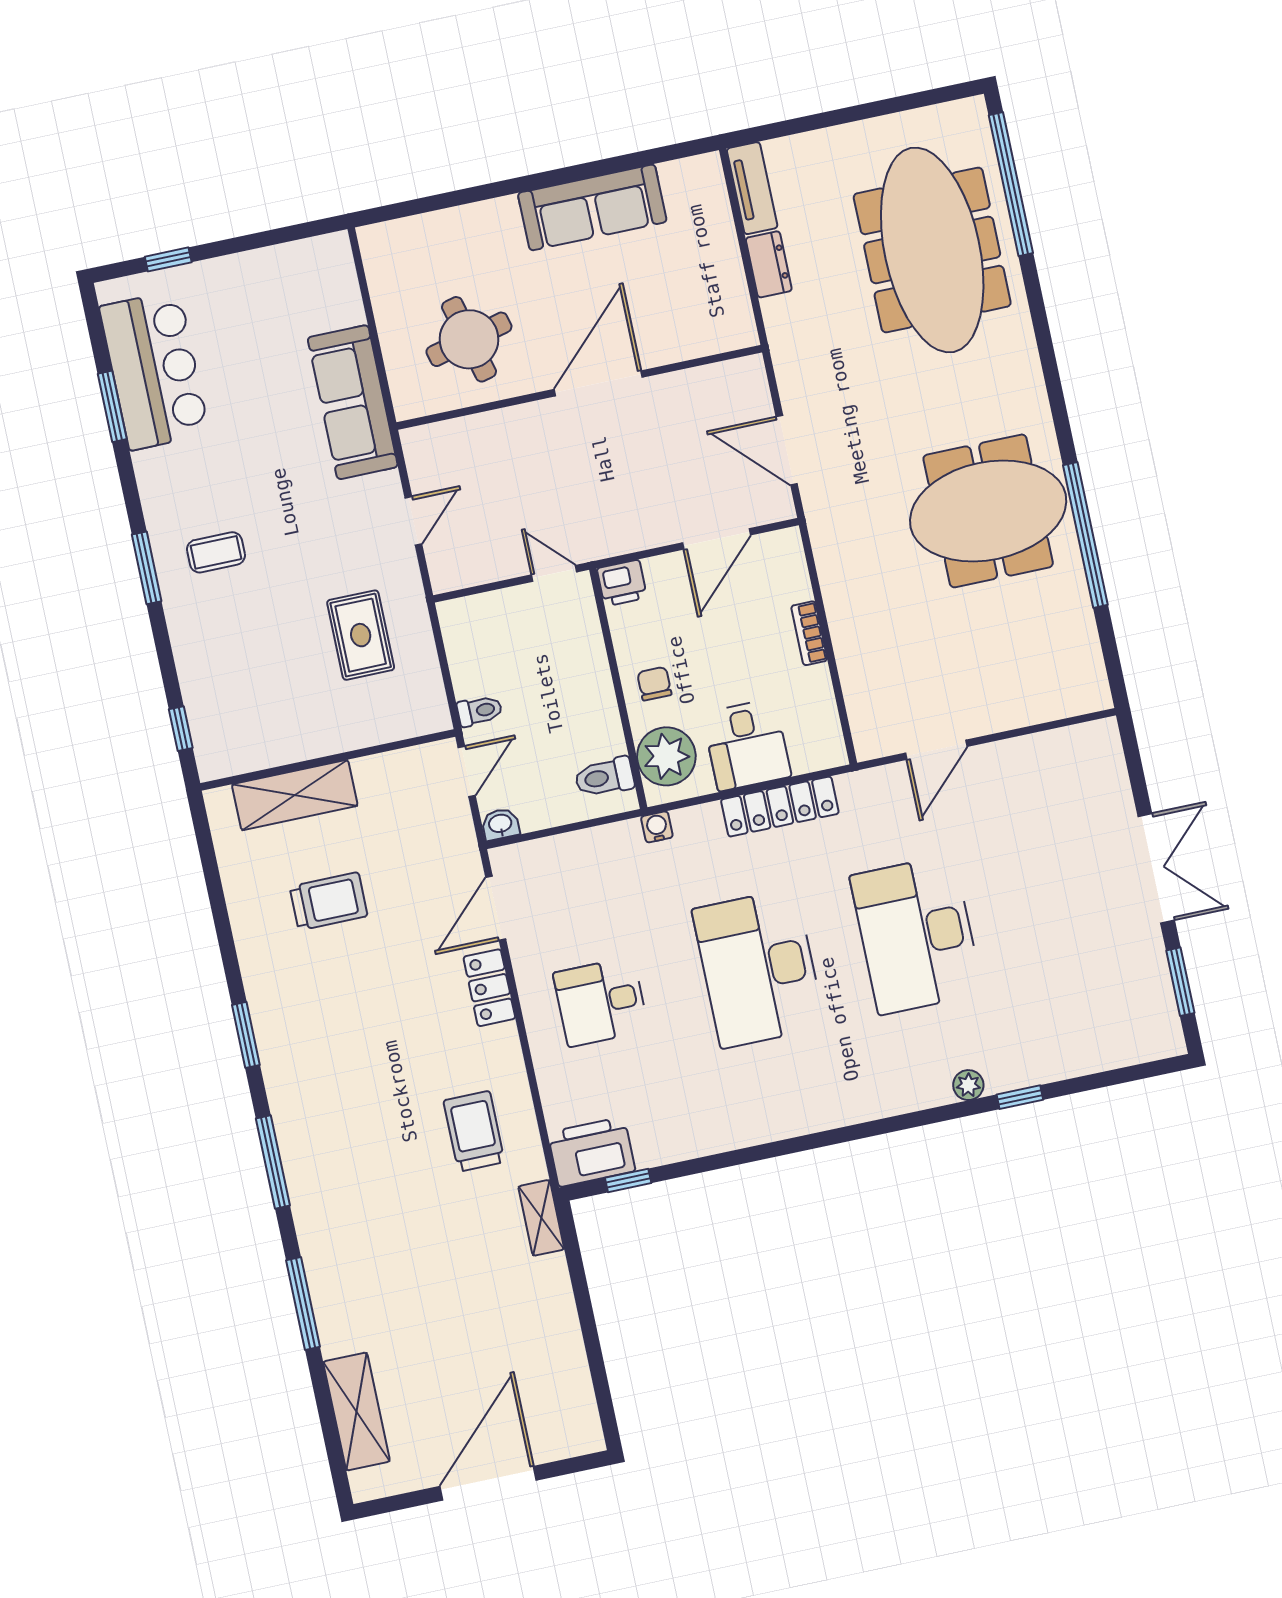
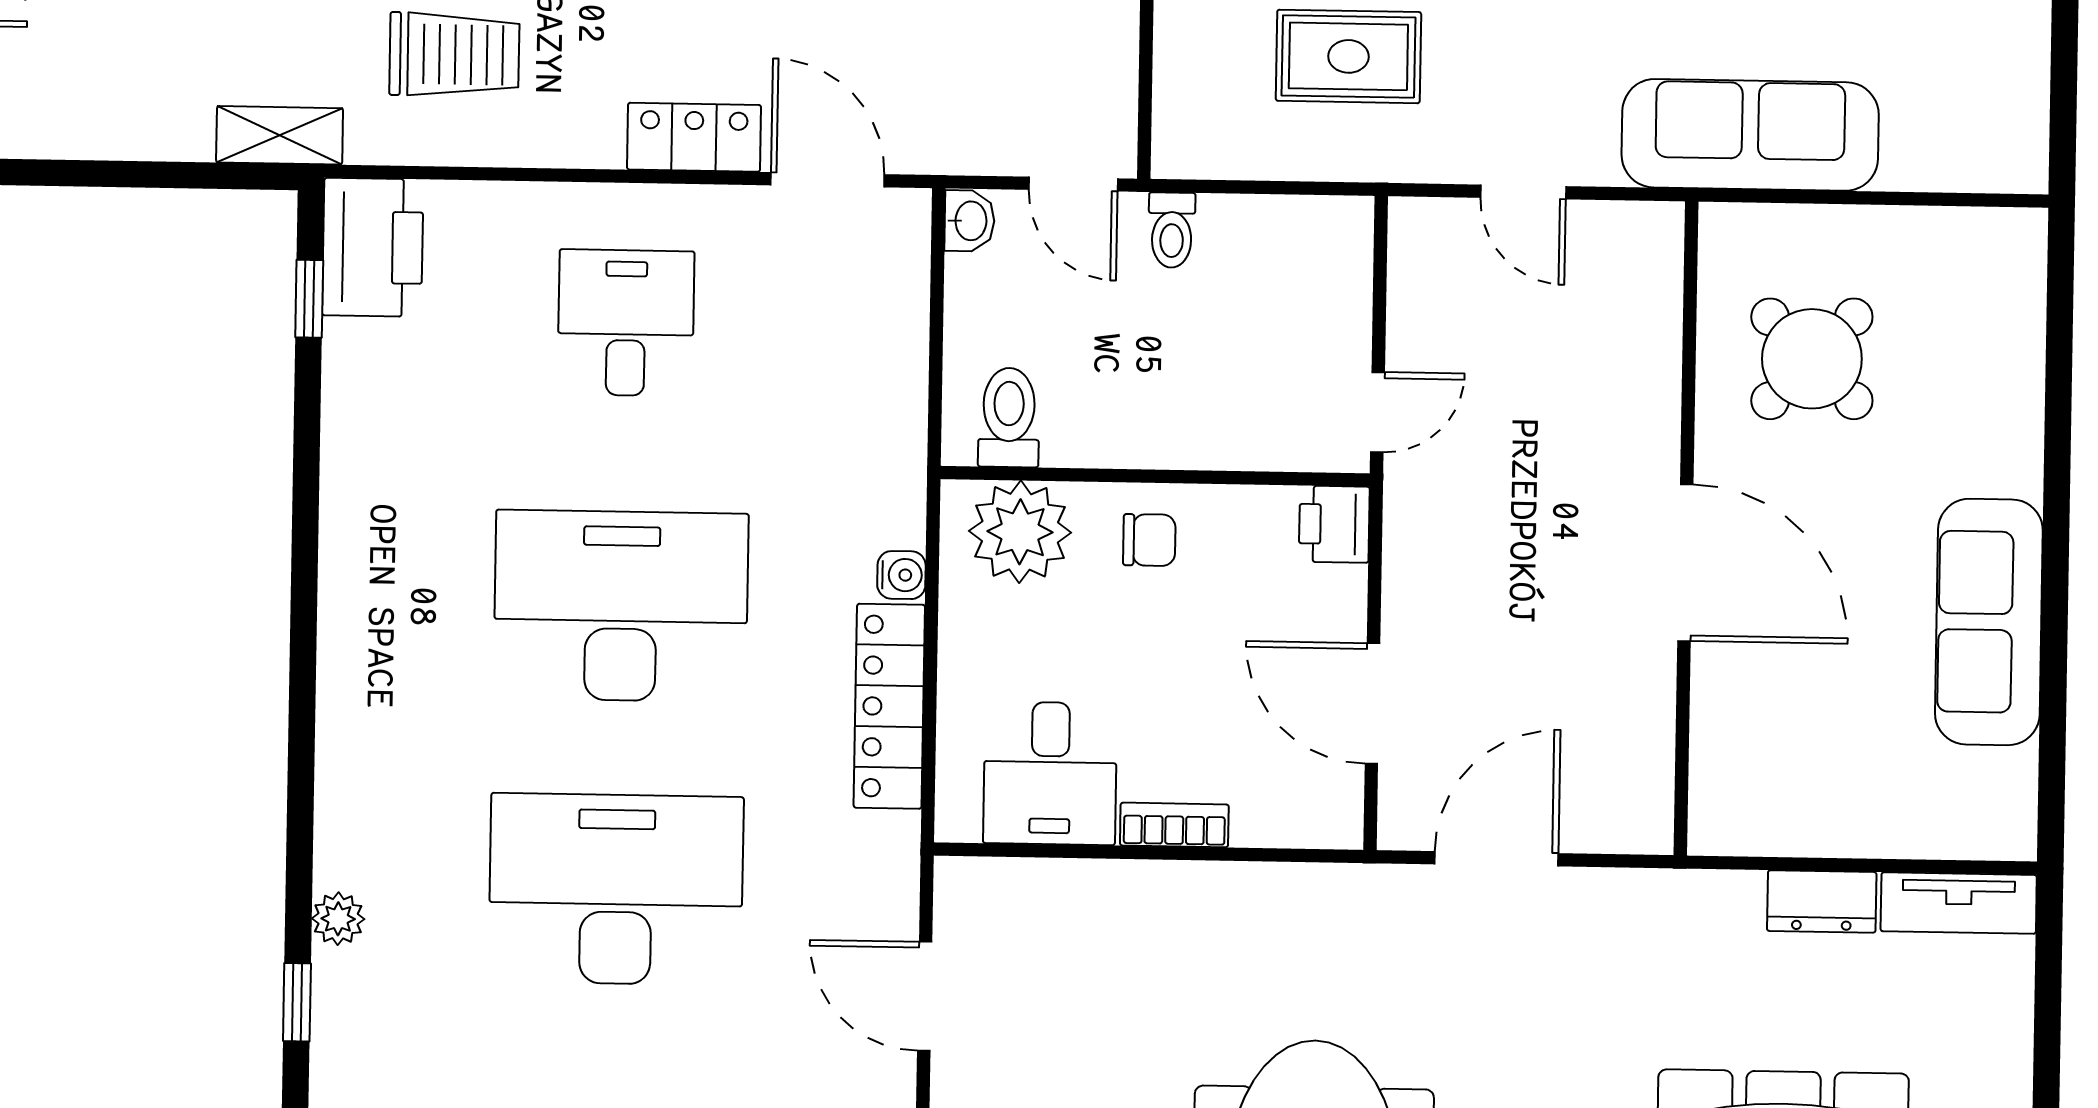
round table: (469, 339) -> (1812, 359), turned -32
desk: (747, 745) -> (1050, 773), moved, turned -90
water cooler: (657, 827) -> (901, 575), moved

